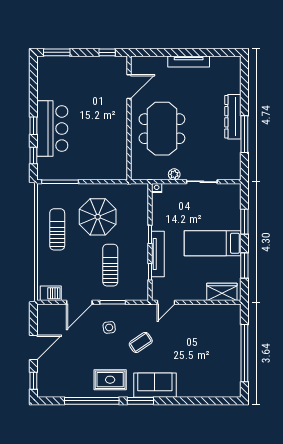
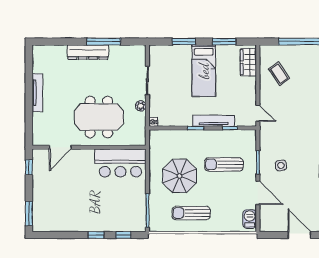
door: (129, 87) -> (60, 147), swing flipped
bar counter: (52, 129) -> (120, 163), moved, turned 180
coffee table: (141, 342) -> (279, 74), moved

